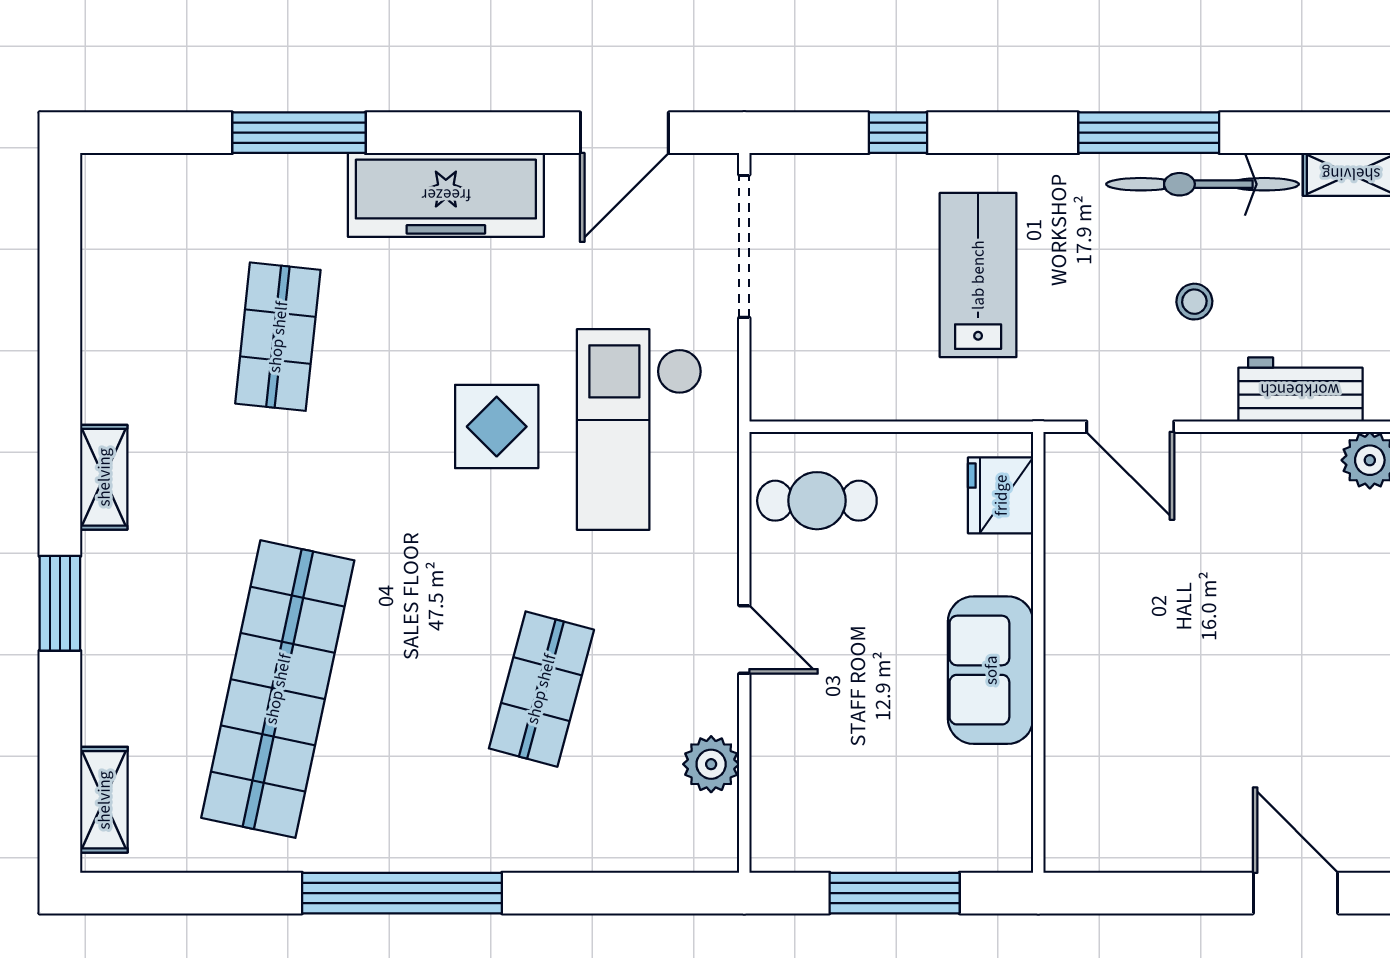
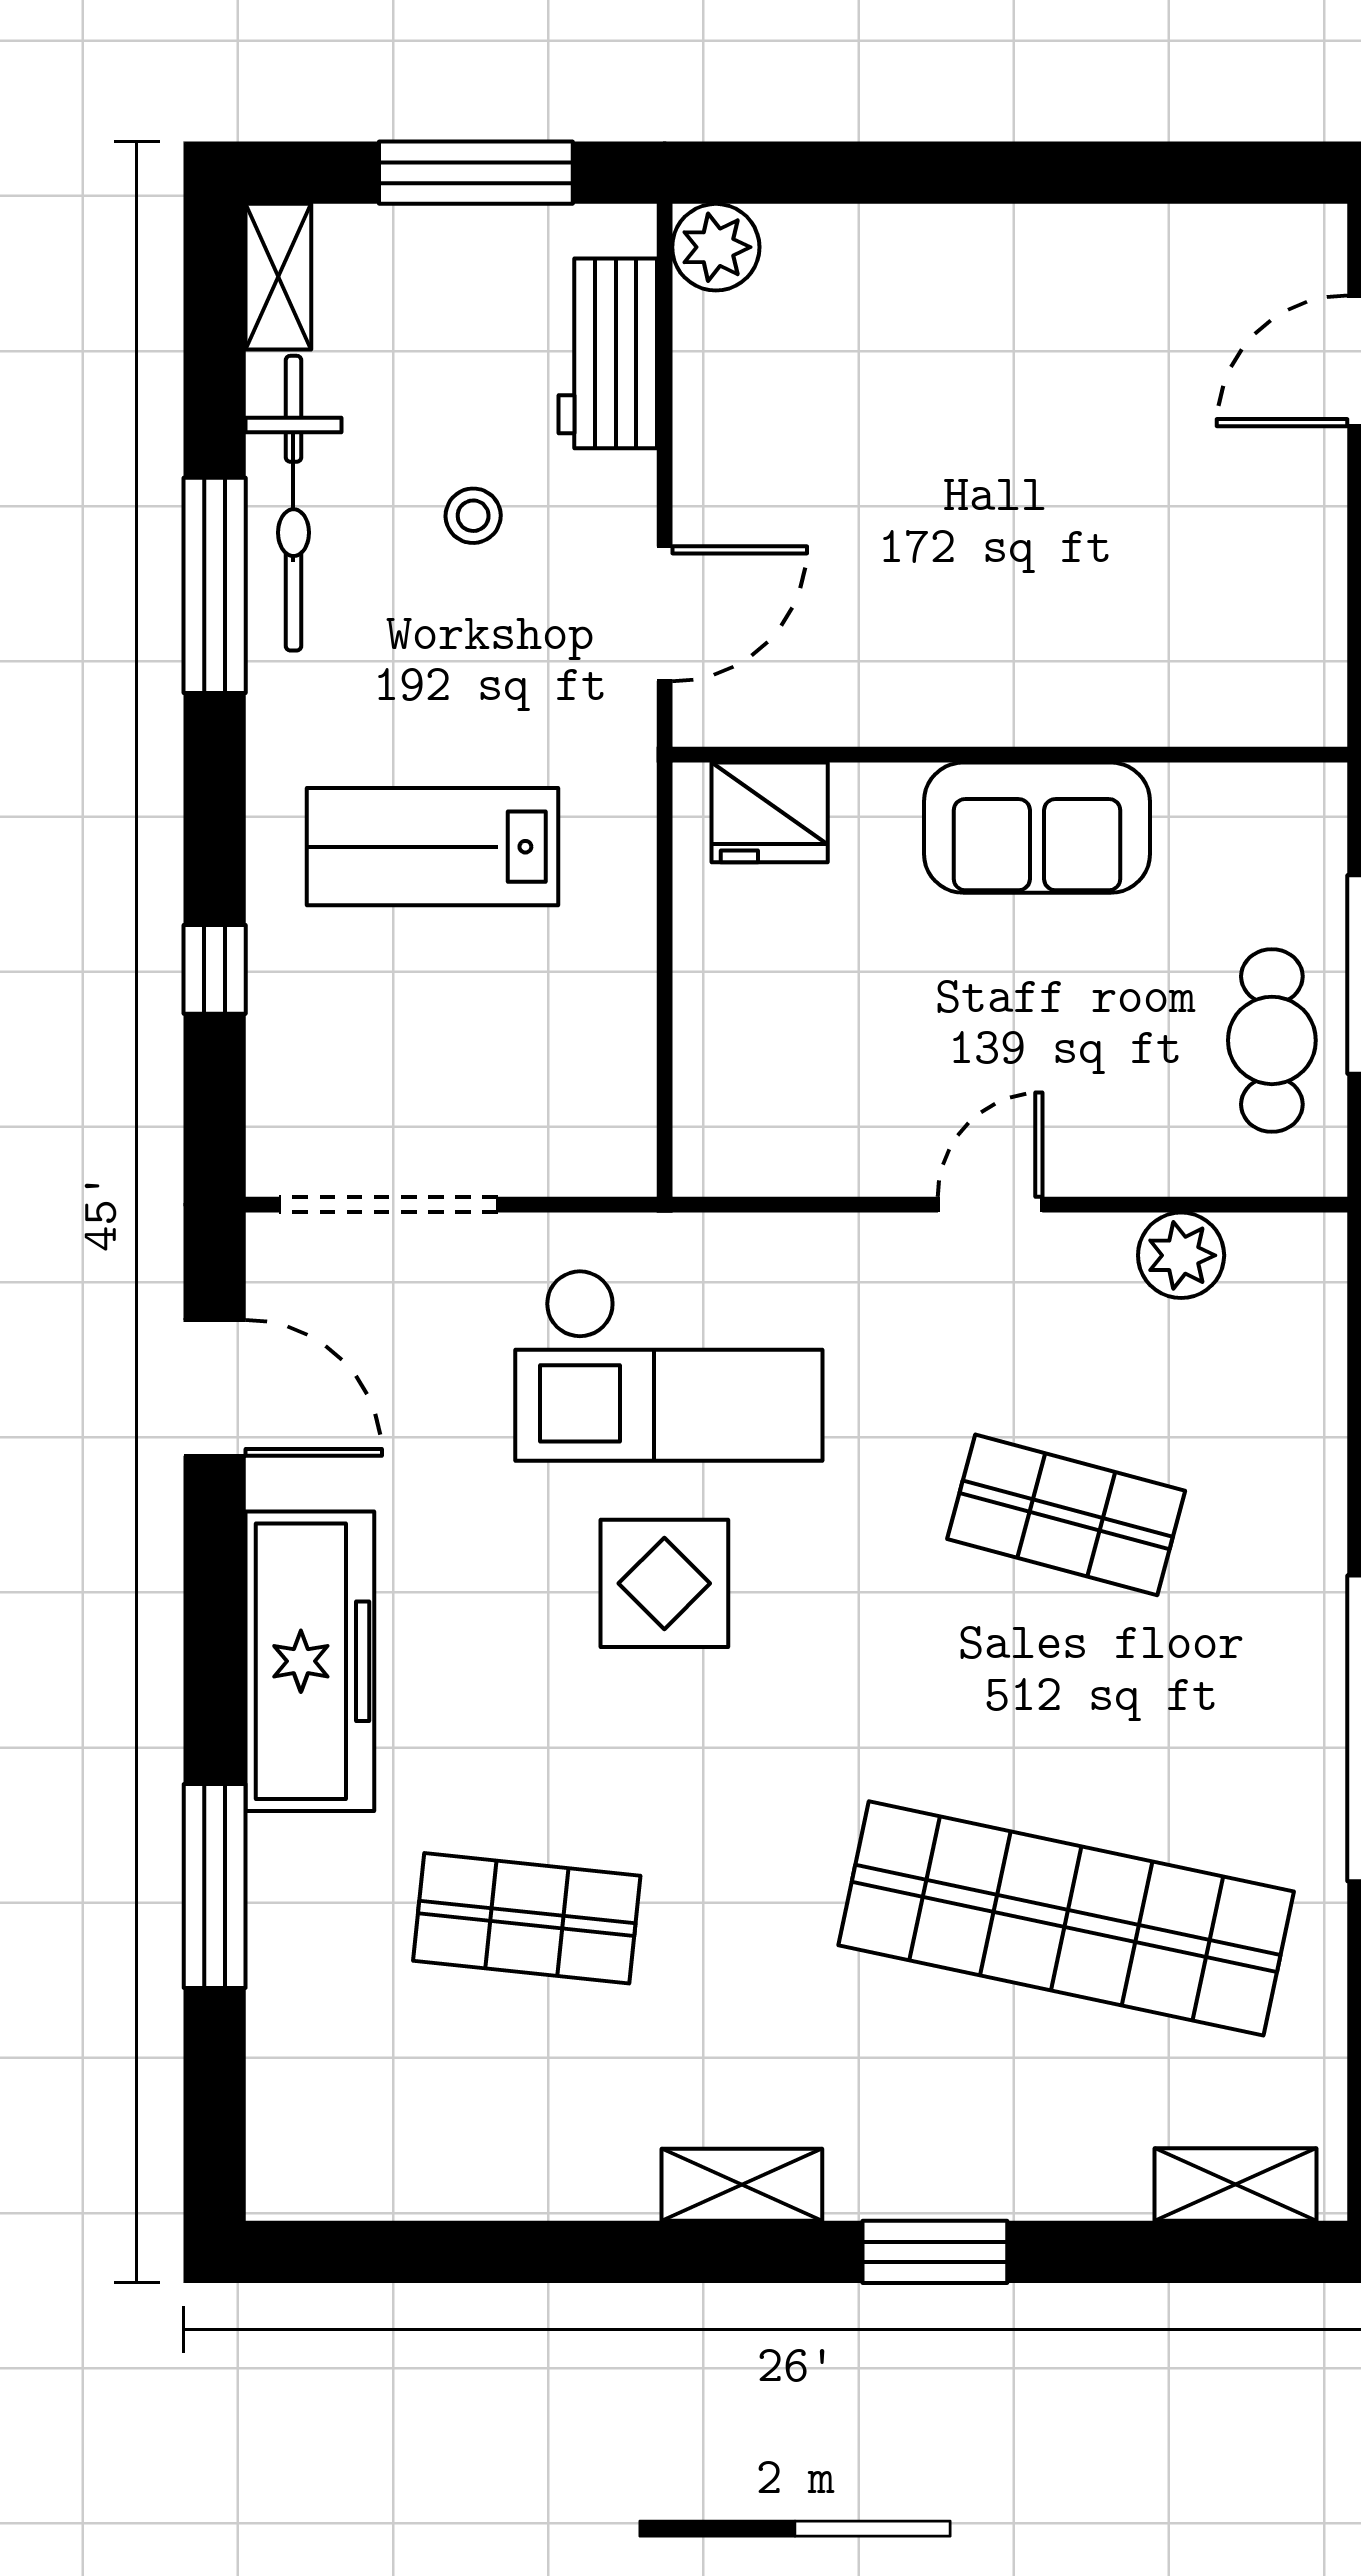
cafe table: (817, 501) -> (1272, 1040), moved

